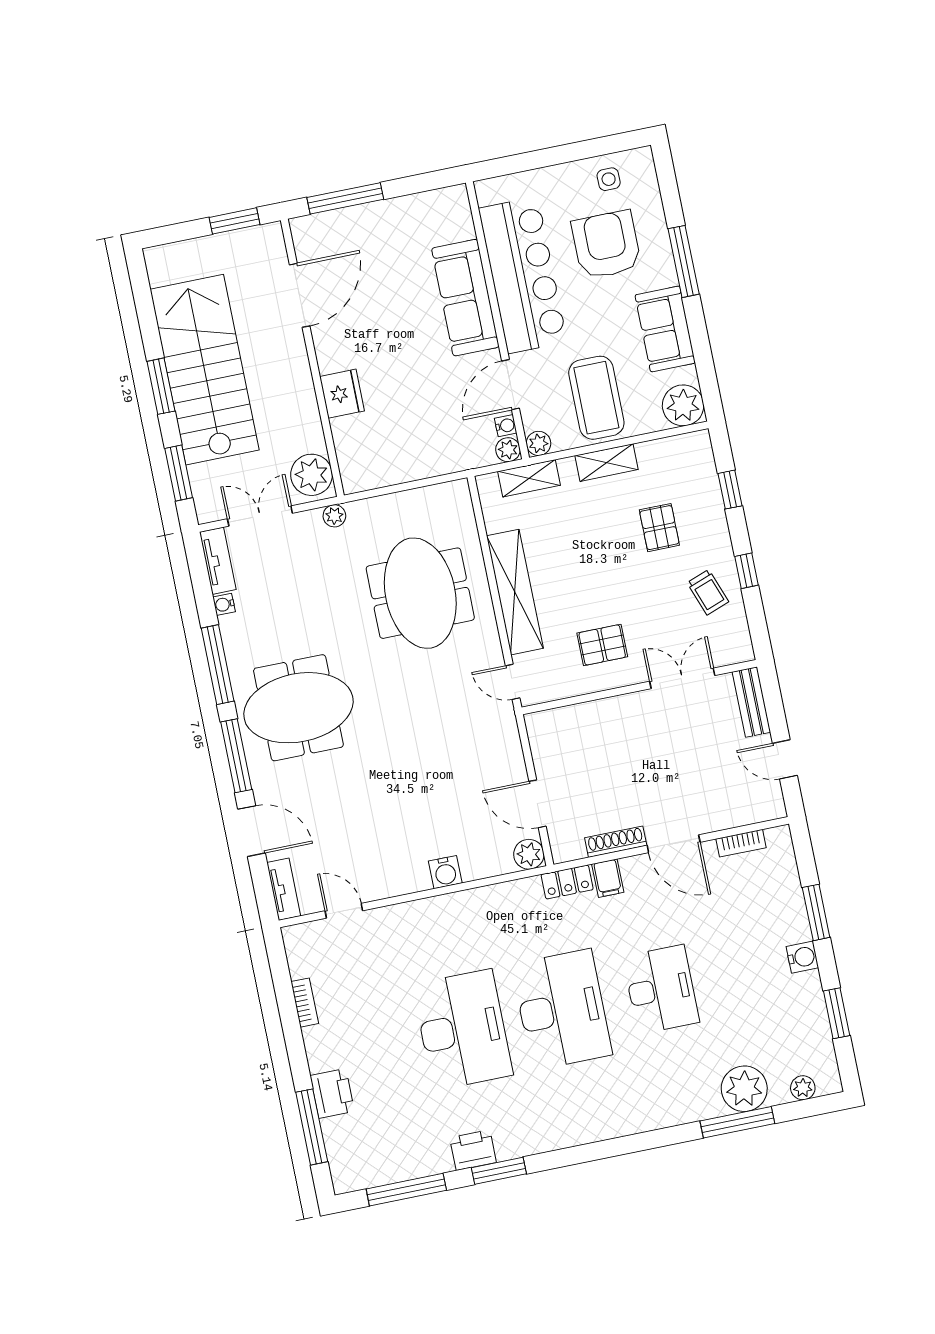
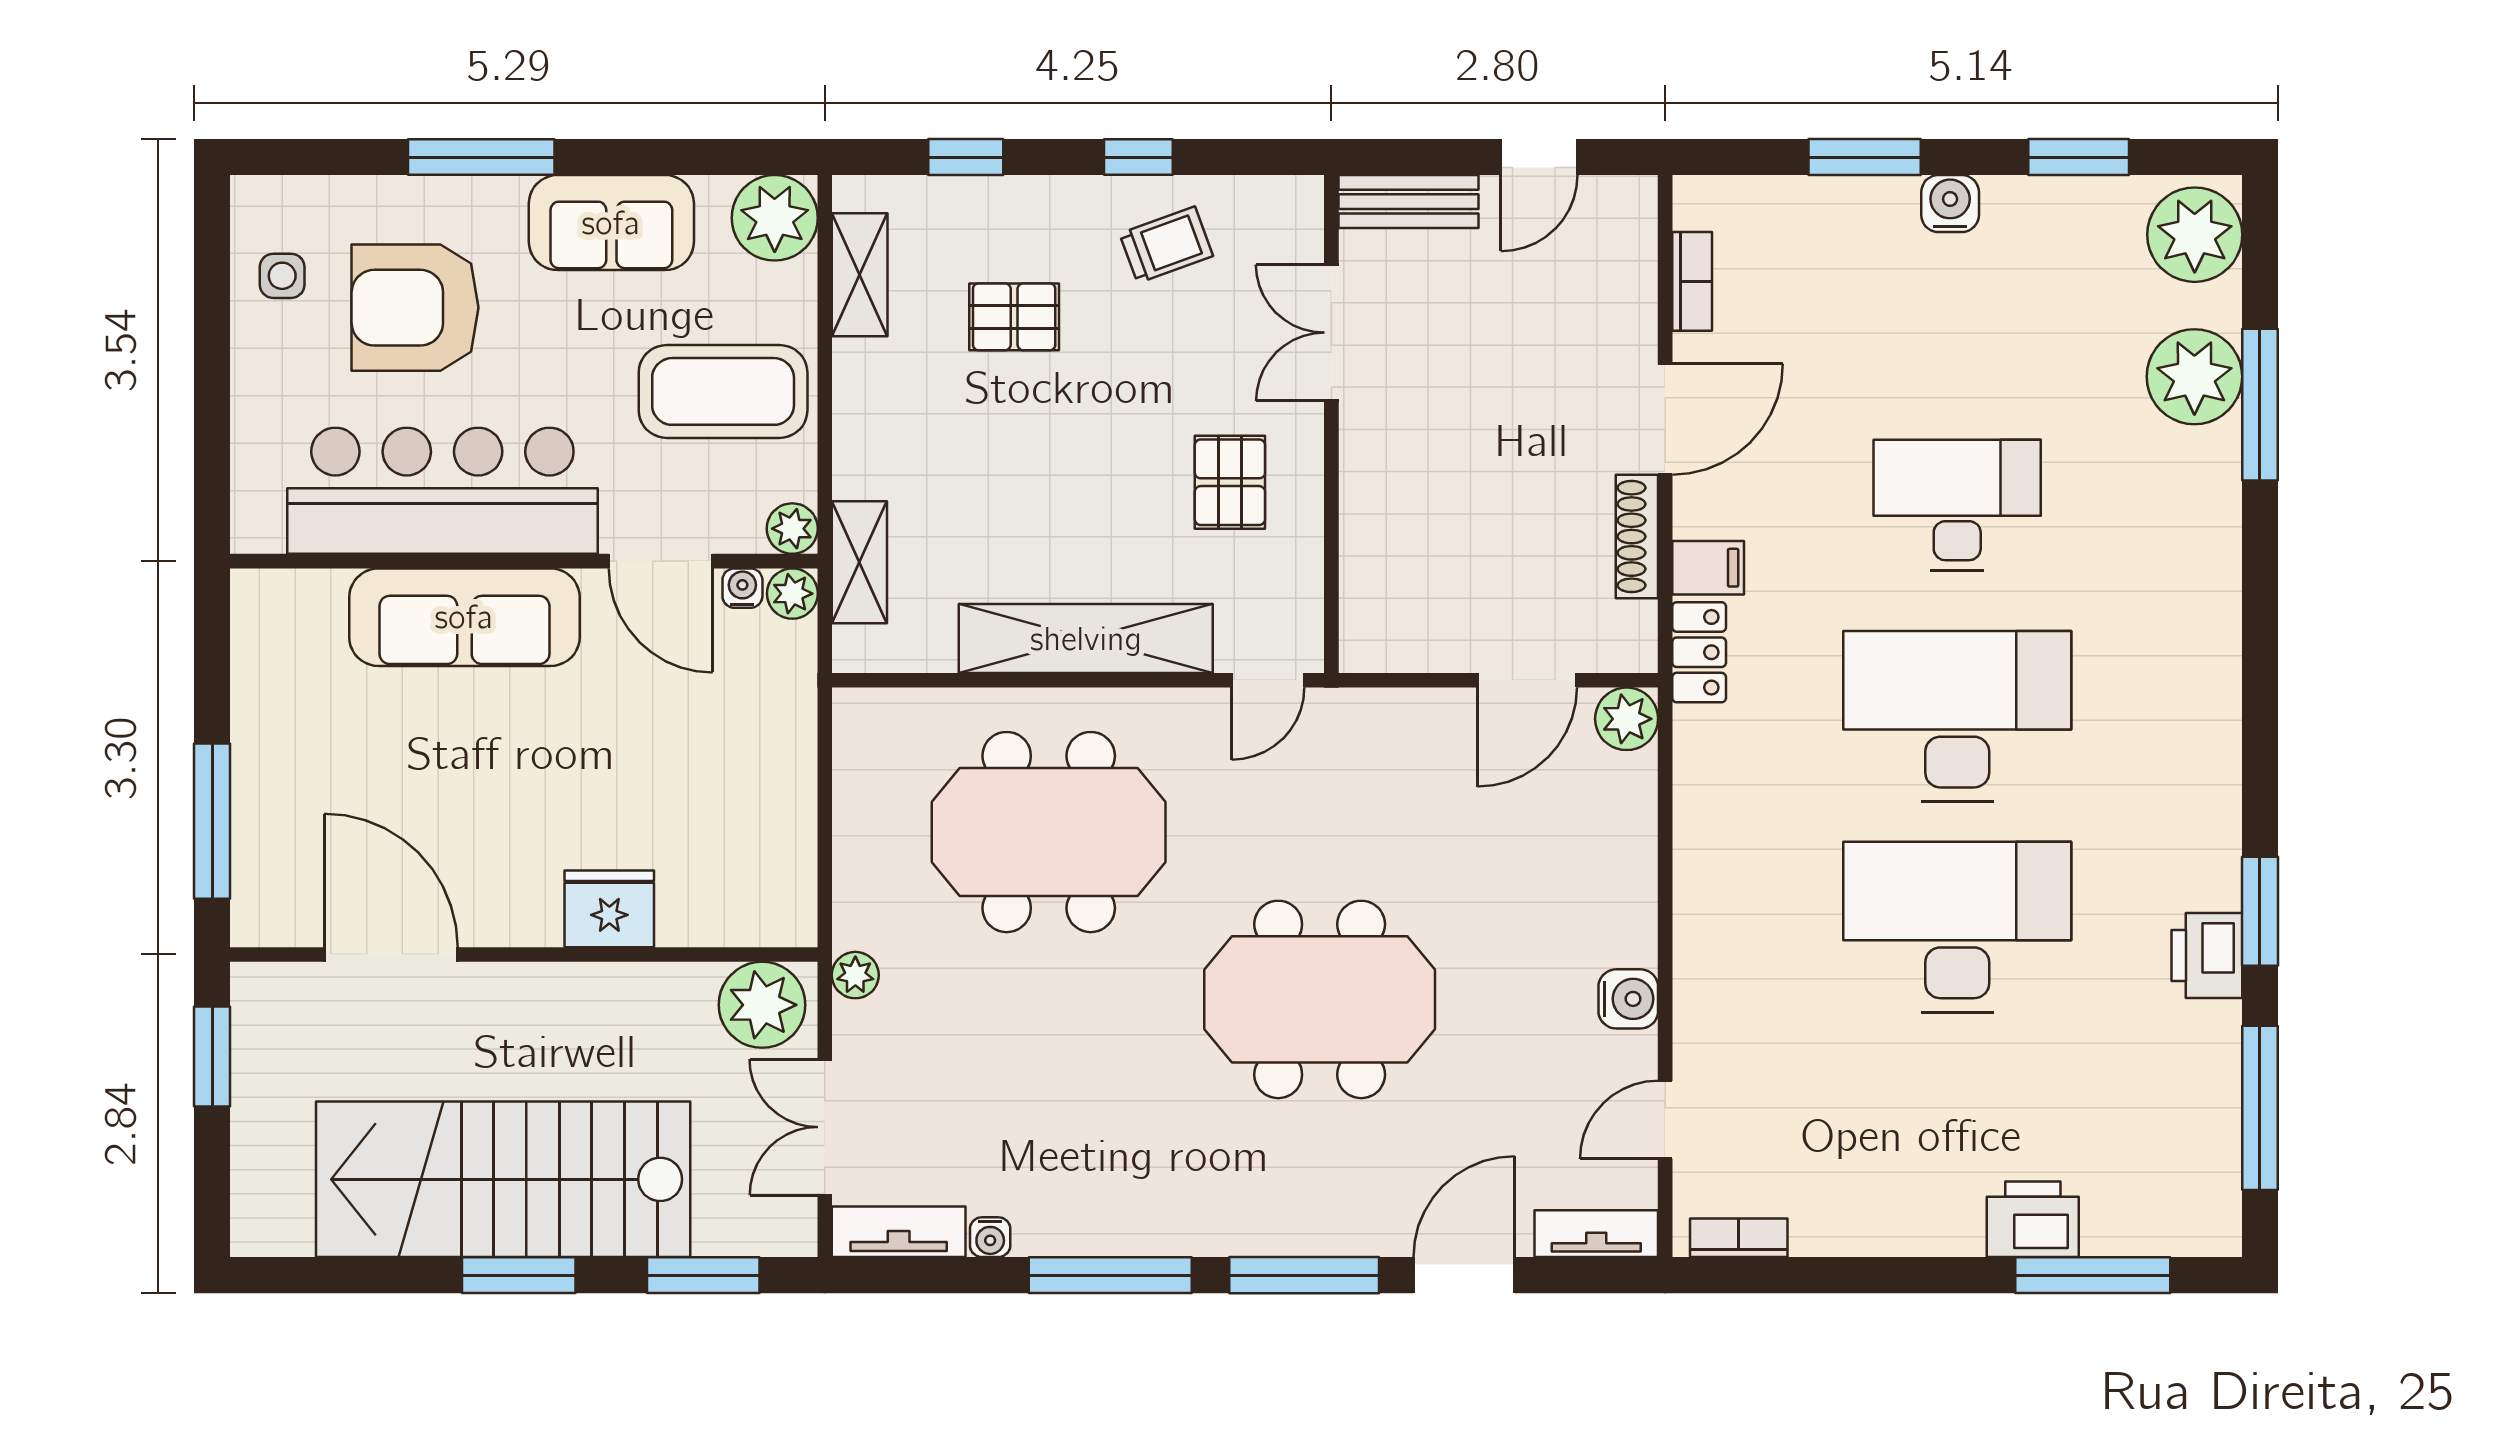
shelving: (606, 463) -> (860, 275), moved
meeting table: (298, 708) -> (1320, 999), moved, turned 90
water cooler: (445, 872) -> (1628, 999), moved
bookcase: (305, 1003) -> (1739, 1238), moved
plant: (803, 1088) -> (2195, 235), width x1.88, depth x1.88

